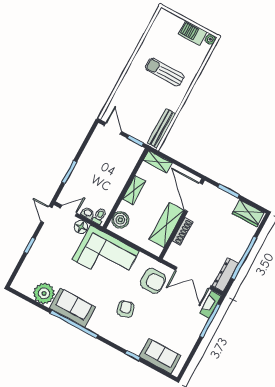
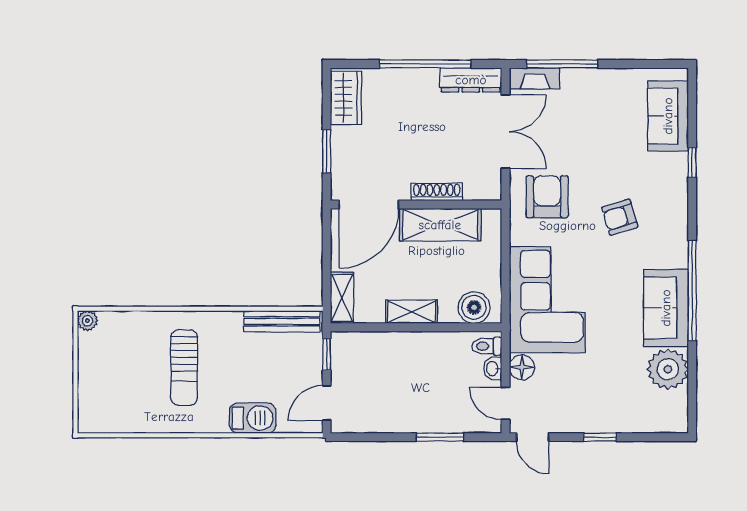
barbecue: (193, 33) -> (253, 418), moved, turned -90
door: (46, 215) -> (533, 437), hinge flipped

